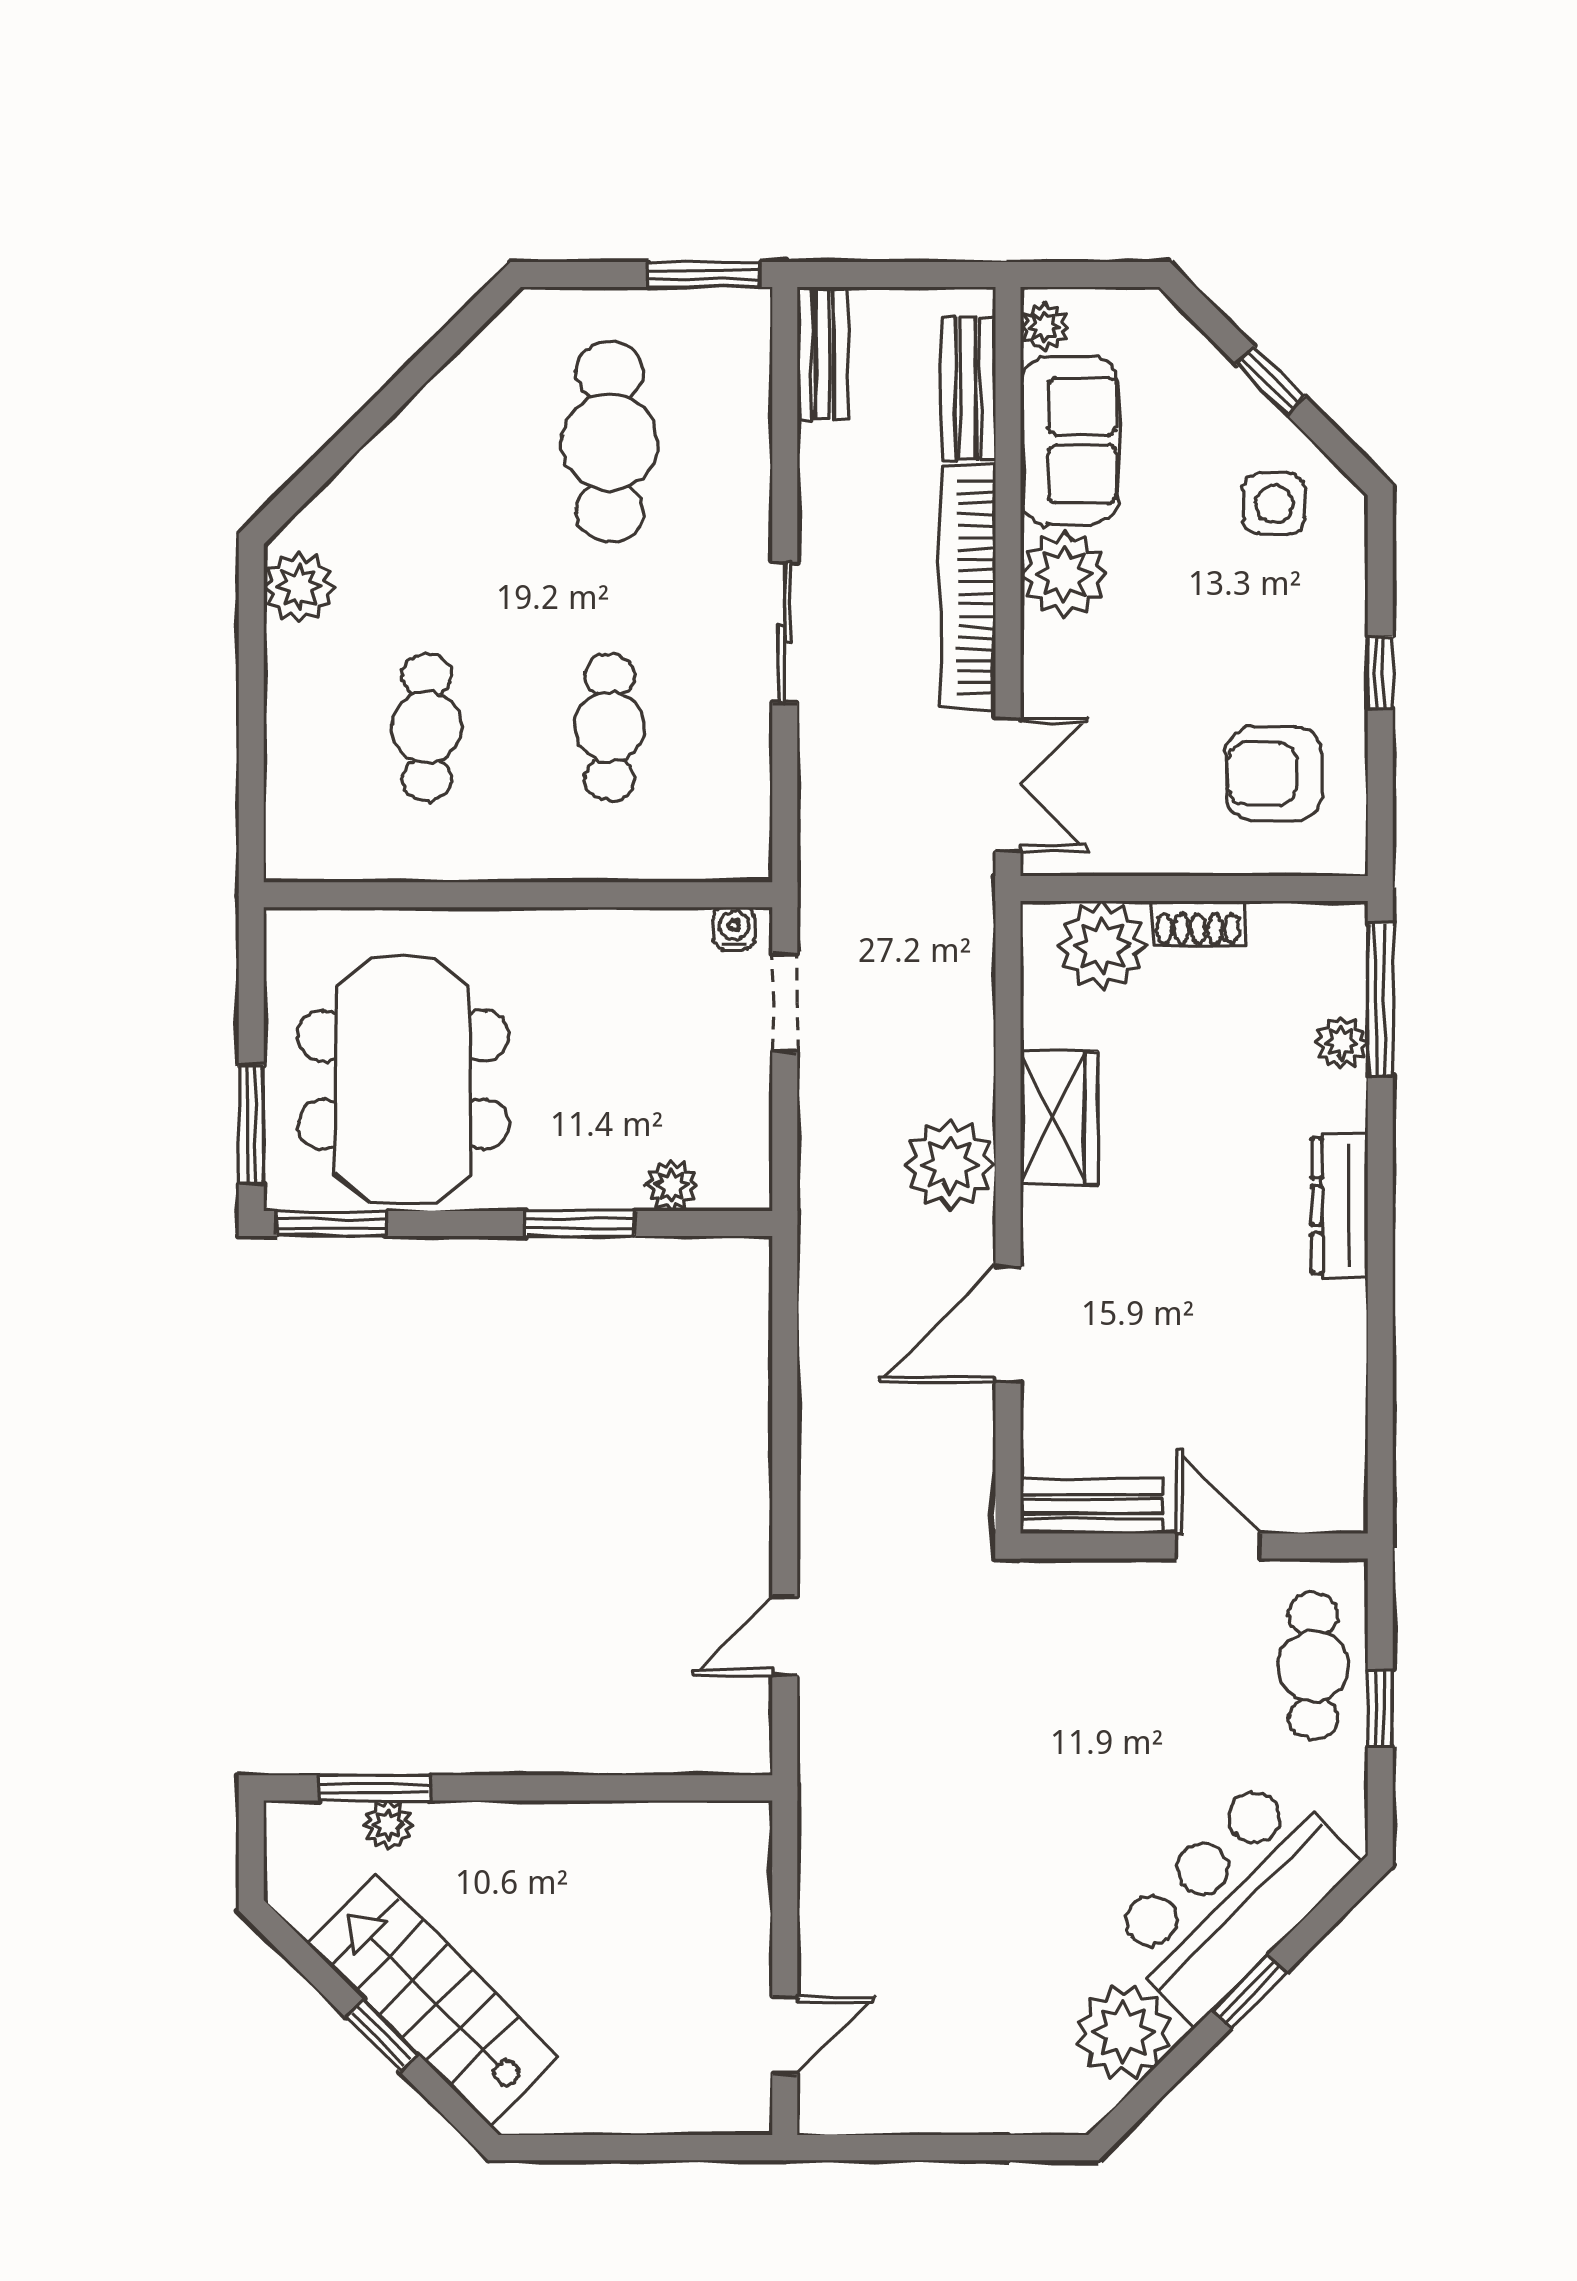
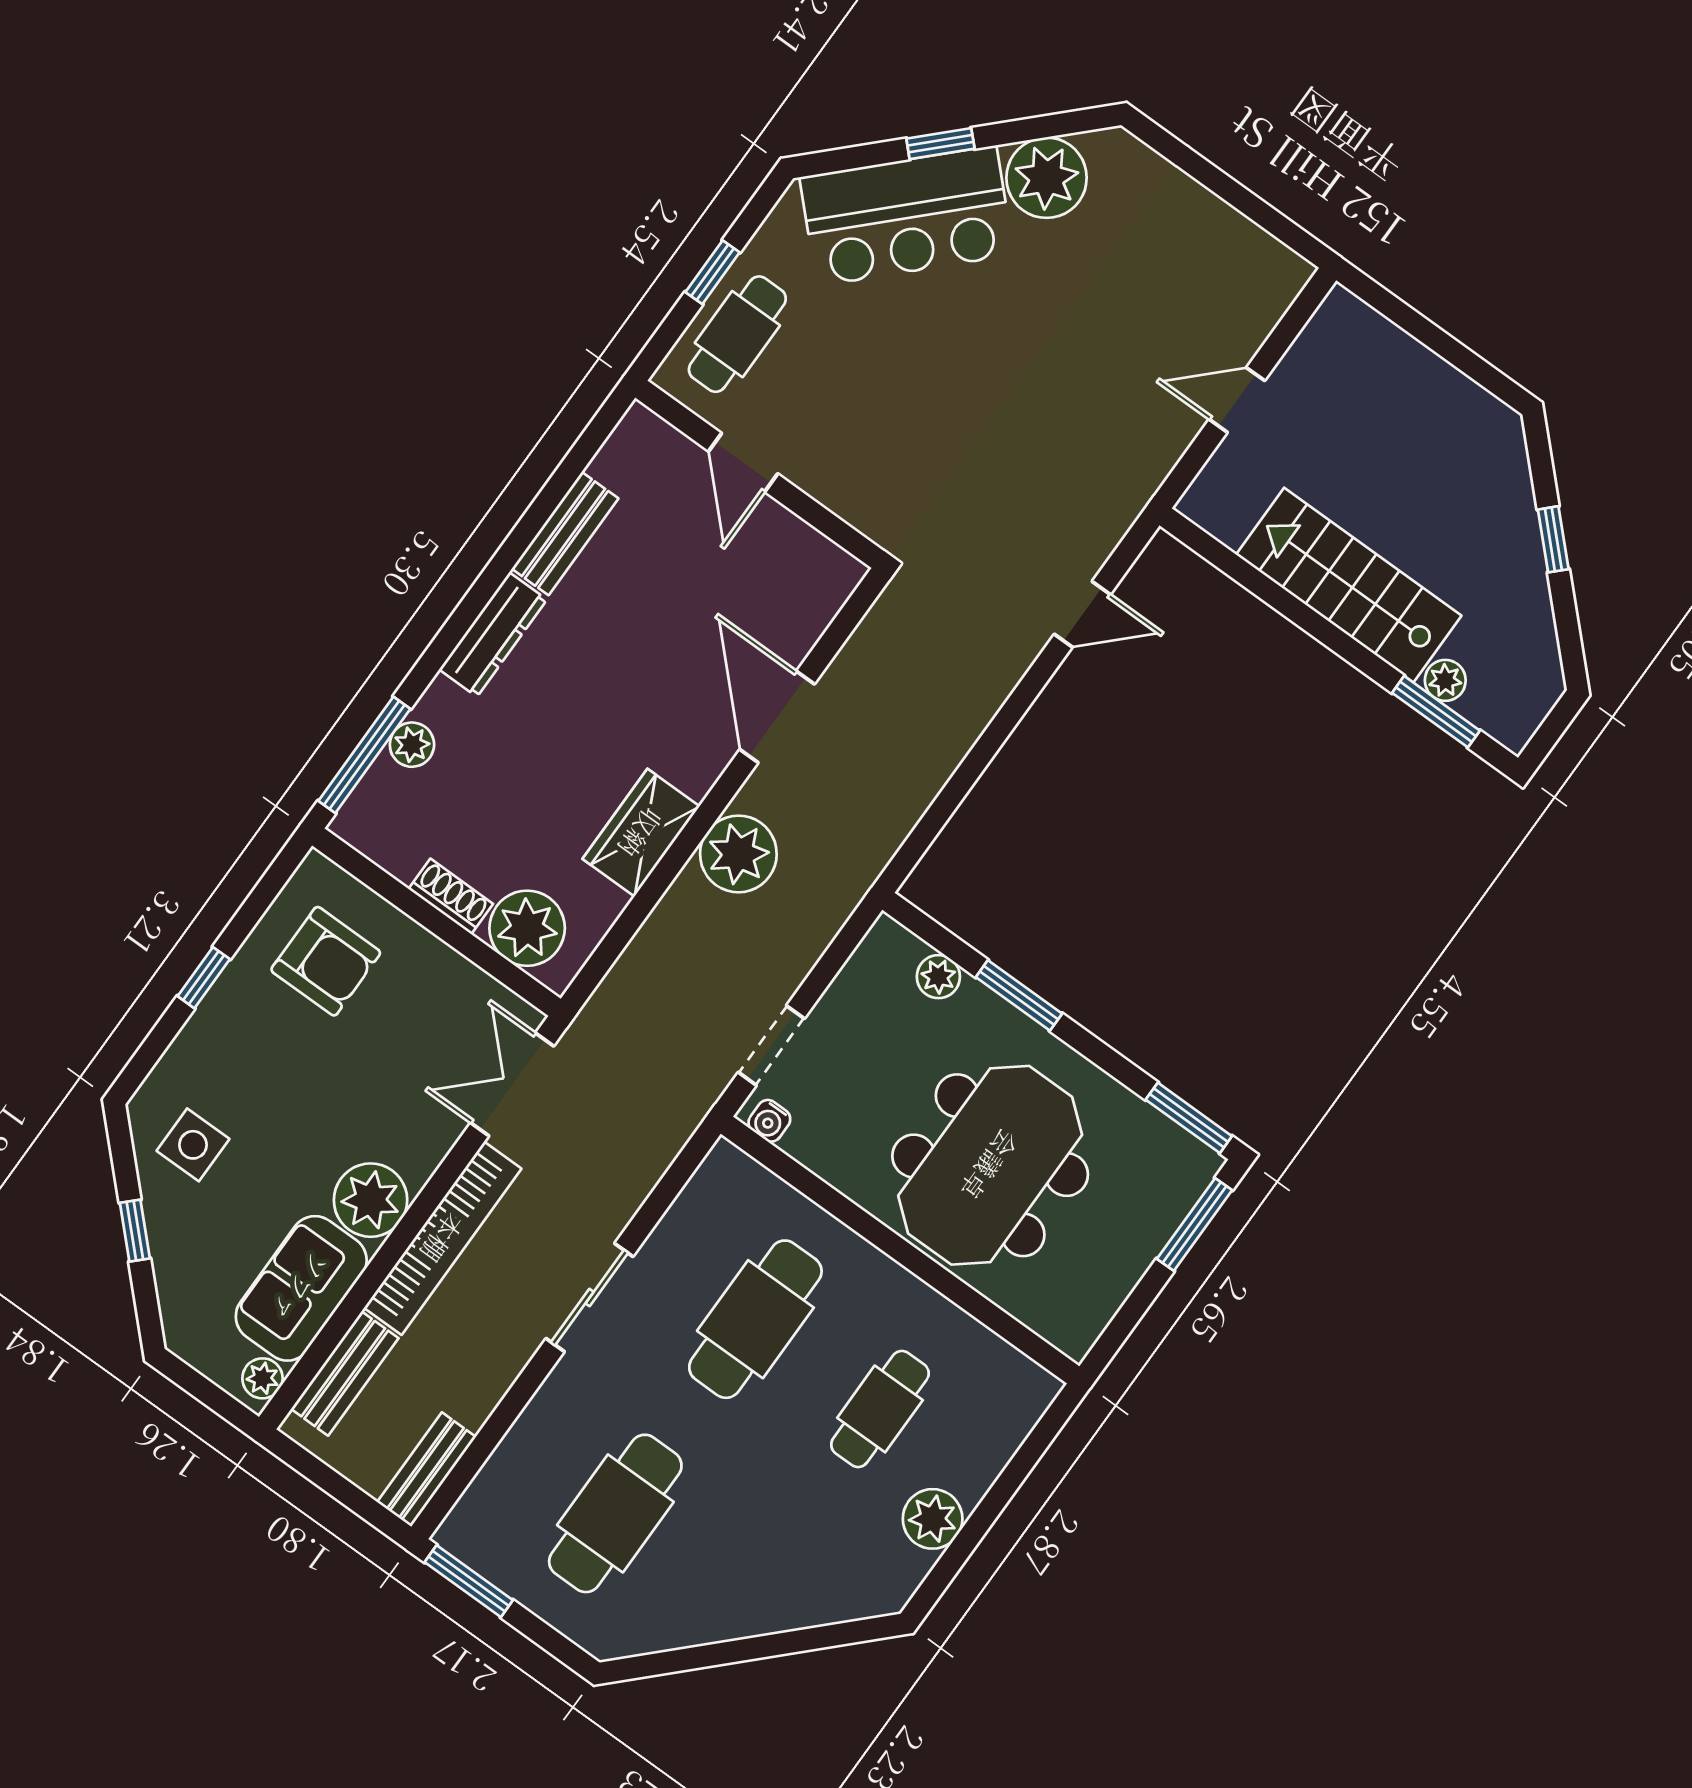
plant: (299, 587) -> (933, 1519), moved
cafe table: (609, 727) -> (755, 1319), width x1.37, depth x1.35
meeting table: (403, 1080) -> (990, 1165), moved
door: (1008, 1324) -> (777, 717), swing flipped
bench: (1092, 1506) -> (565, 534), moved, turned 90
stairs: (433, 2000) -> (1349, 585), moved, turned 135
door: (785, 2035) -> (1237, 400), moved

